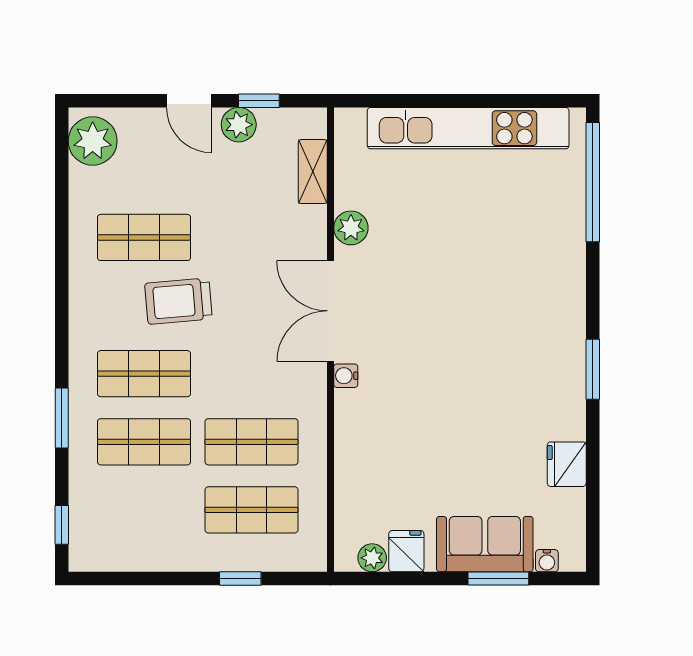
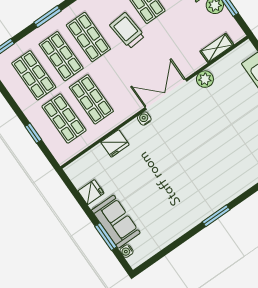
fridge: (567, 464) -> (115, 143), moved, turned 180
shop shelf: (144, 510) -> (34, 75), added
plant: (372, 558) -> (79, 180), removed

